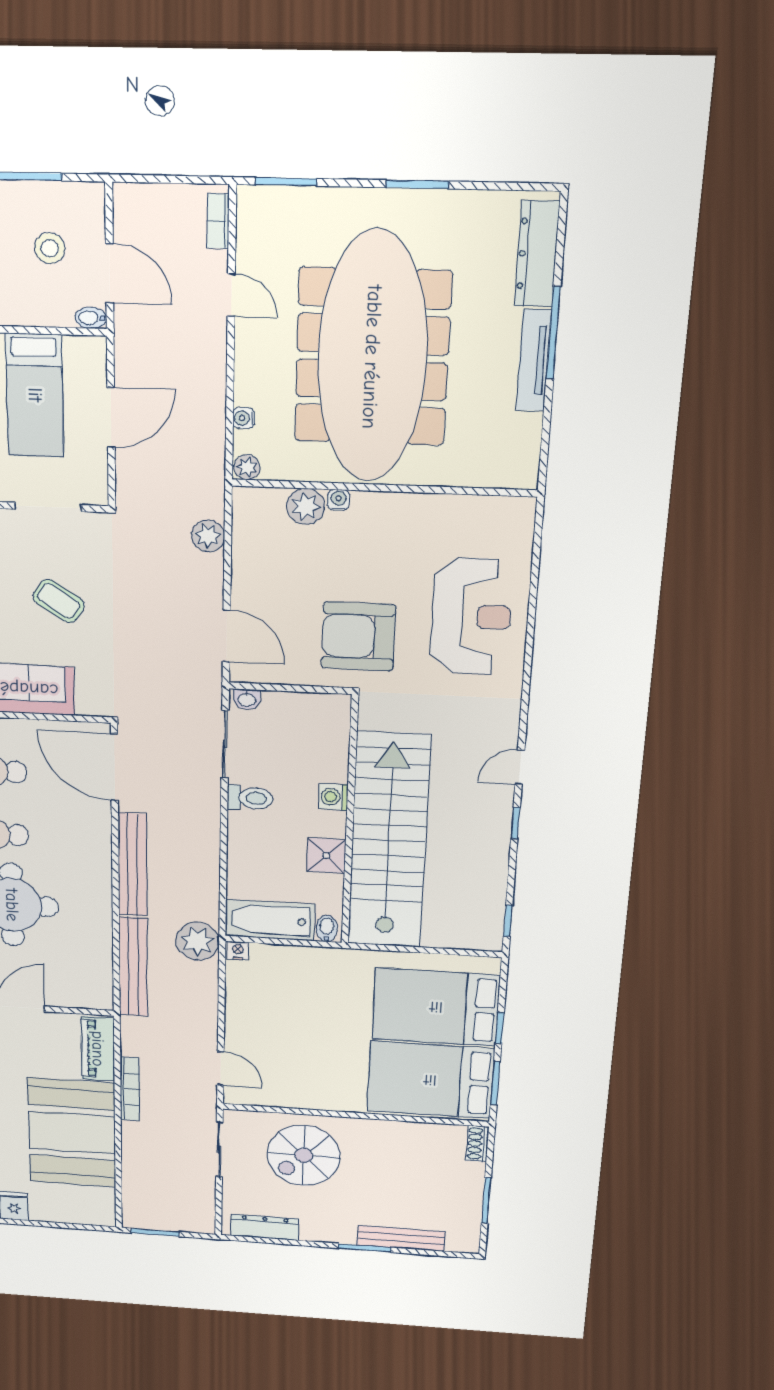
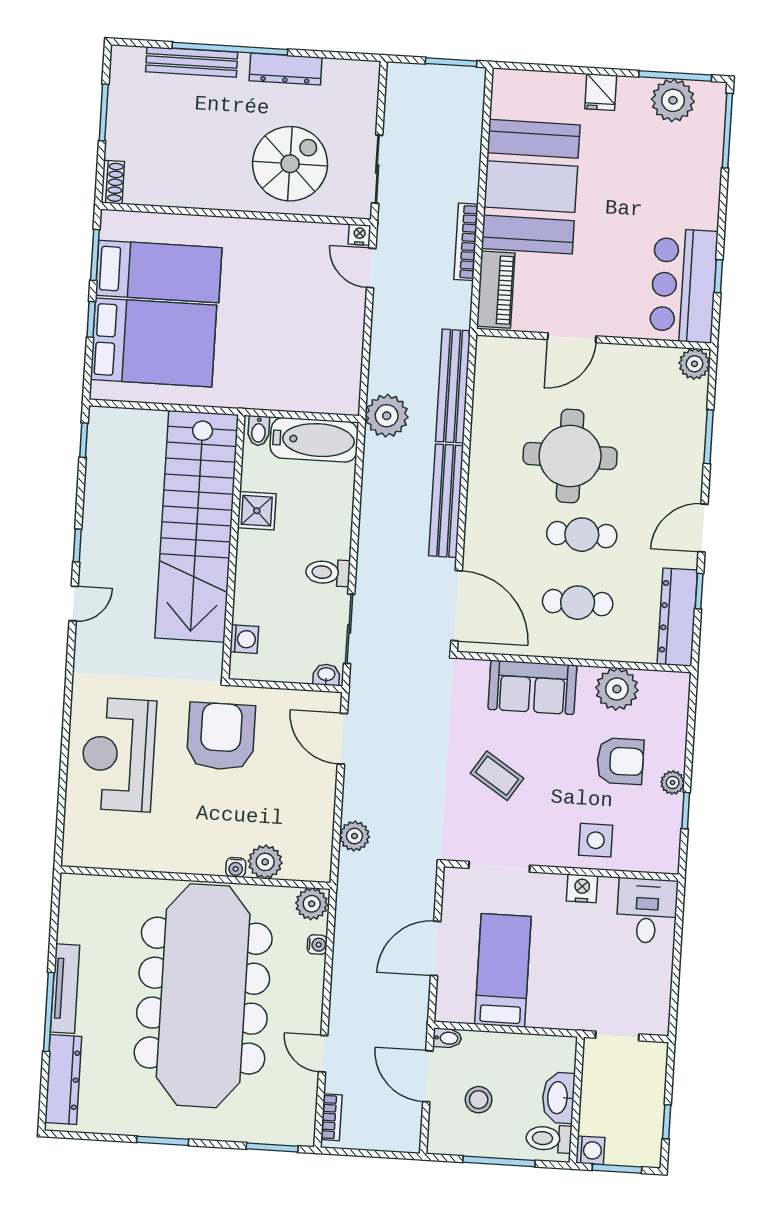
plant: (247, 467) -> (312, 904), width x1.38, depth x1.38
armchair: (358, 636) -> (221, 736), turned -90
washing machine: (333, 797) -> (244, 639), moved
nightstand: (238, 951) -> (360, 235), moved, turned 180
bed: (430, 1080) -> (159, 271), width x0.67
dresser: (265, 1227) -> (286, 69), moved
window: (365, 1248) -> (230, 49), width x2.11

